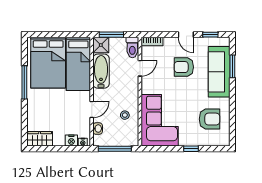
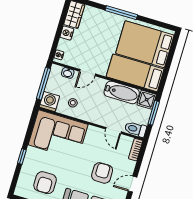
window: (24, 82) -> (121, 13), moved
door: (92, 110) -> (88, 73), hinge flipped
washing machine: (130, 138) -> (49, 102), added
nightstand: (71, 141) -> (67, 33), moved

